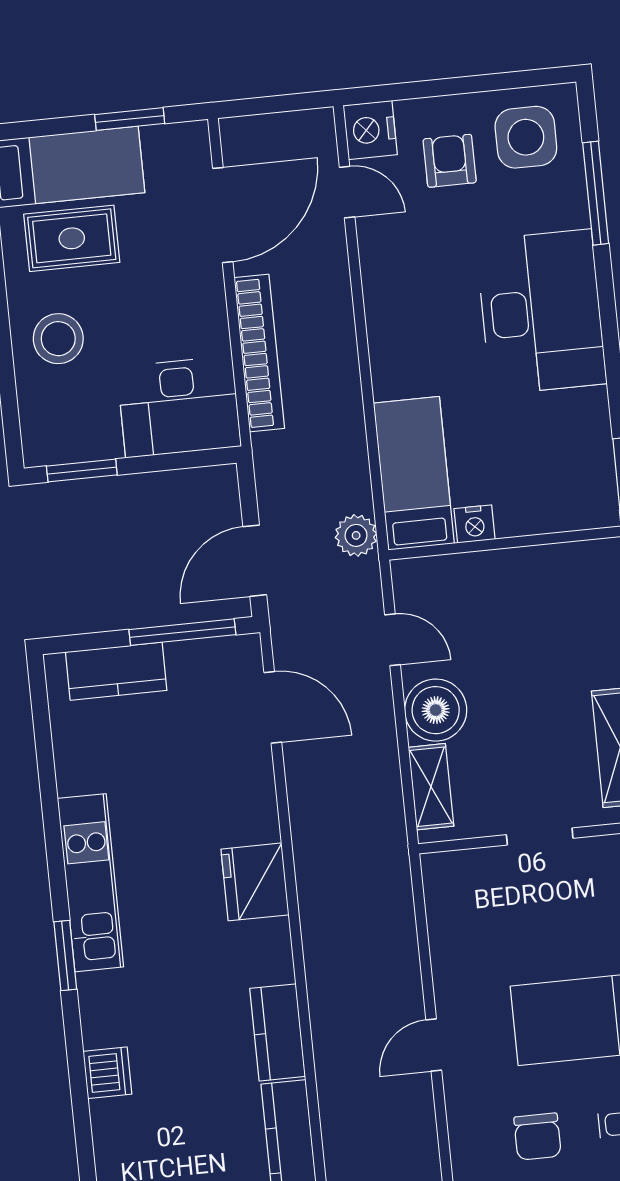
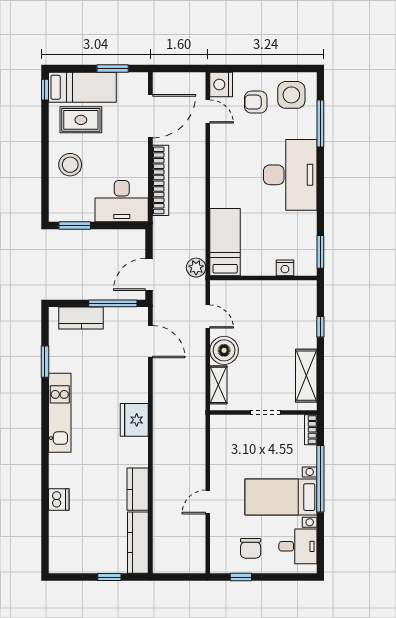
armchair: (450, 161) -> (256, 102), turned -90
nightstand: (475, 524) -> (285, 268), moved
window: (65, 955) -> (45, 362), moved

